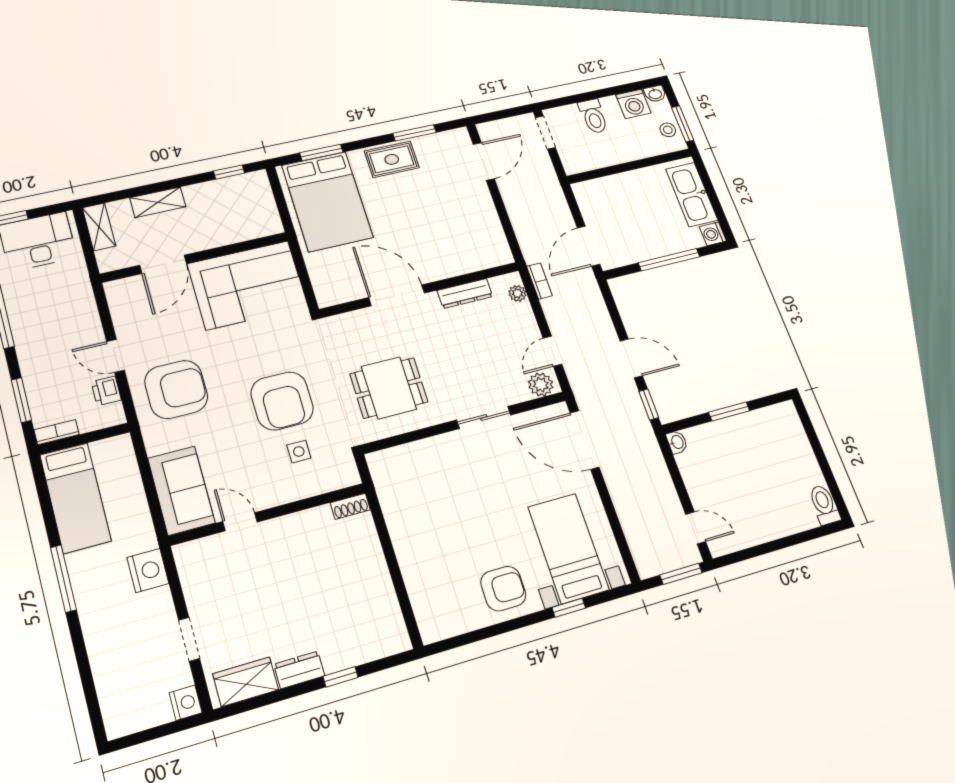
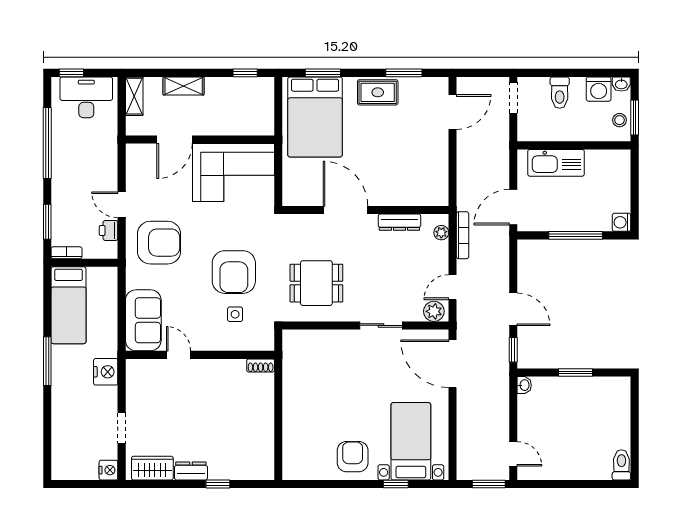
kitchen sink: (692, 195) -> (556, 163), moved, turned -90
bookcase: (539, 281) -> (463, 235), width x1.56
armchair: (503, 589) -> (353, 457), turned -90

